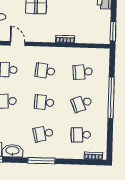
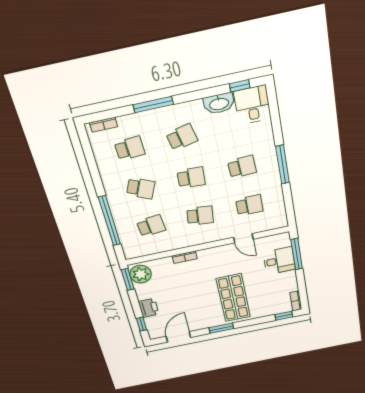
plant: (102, 33) -> (141, 274), added
window: (111, 98) -> (110, 221), moved
school desk: (82, 103) -> (141, 188), turned 45
window: (41, 161) -> (153, 105), moved

